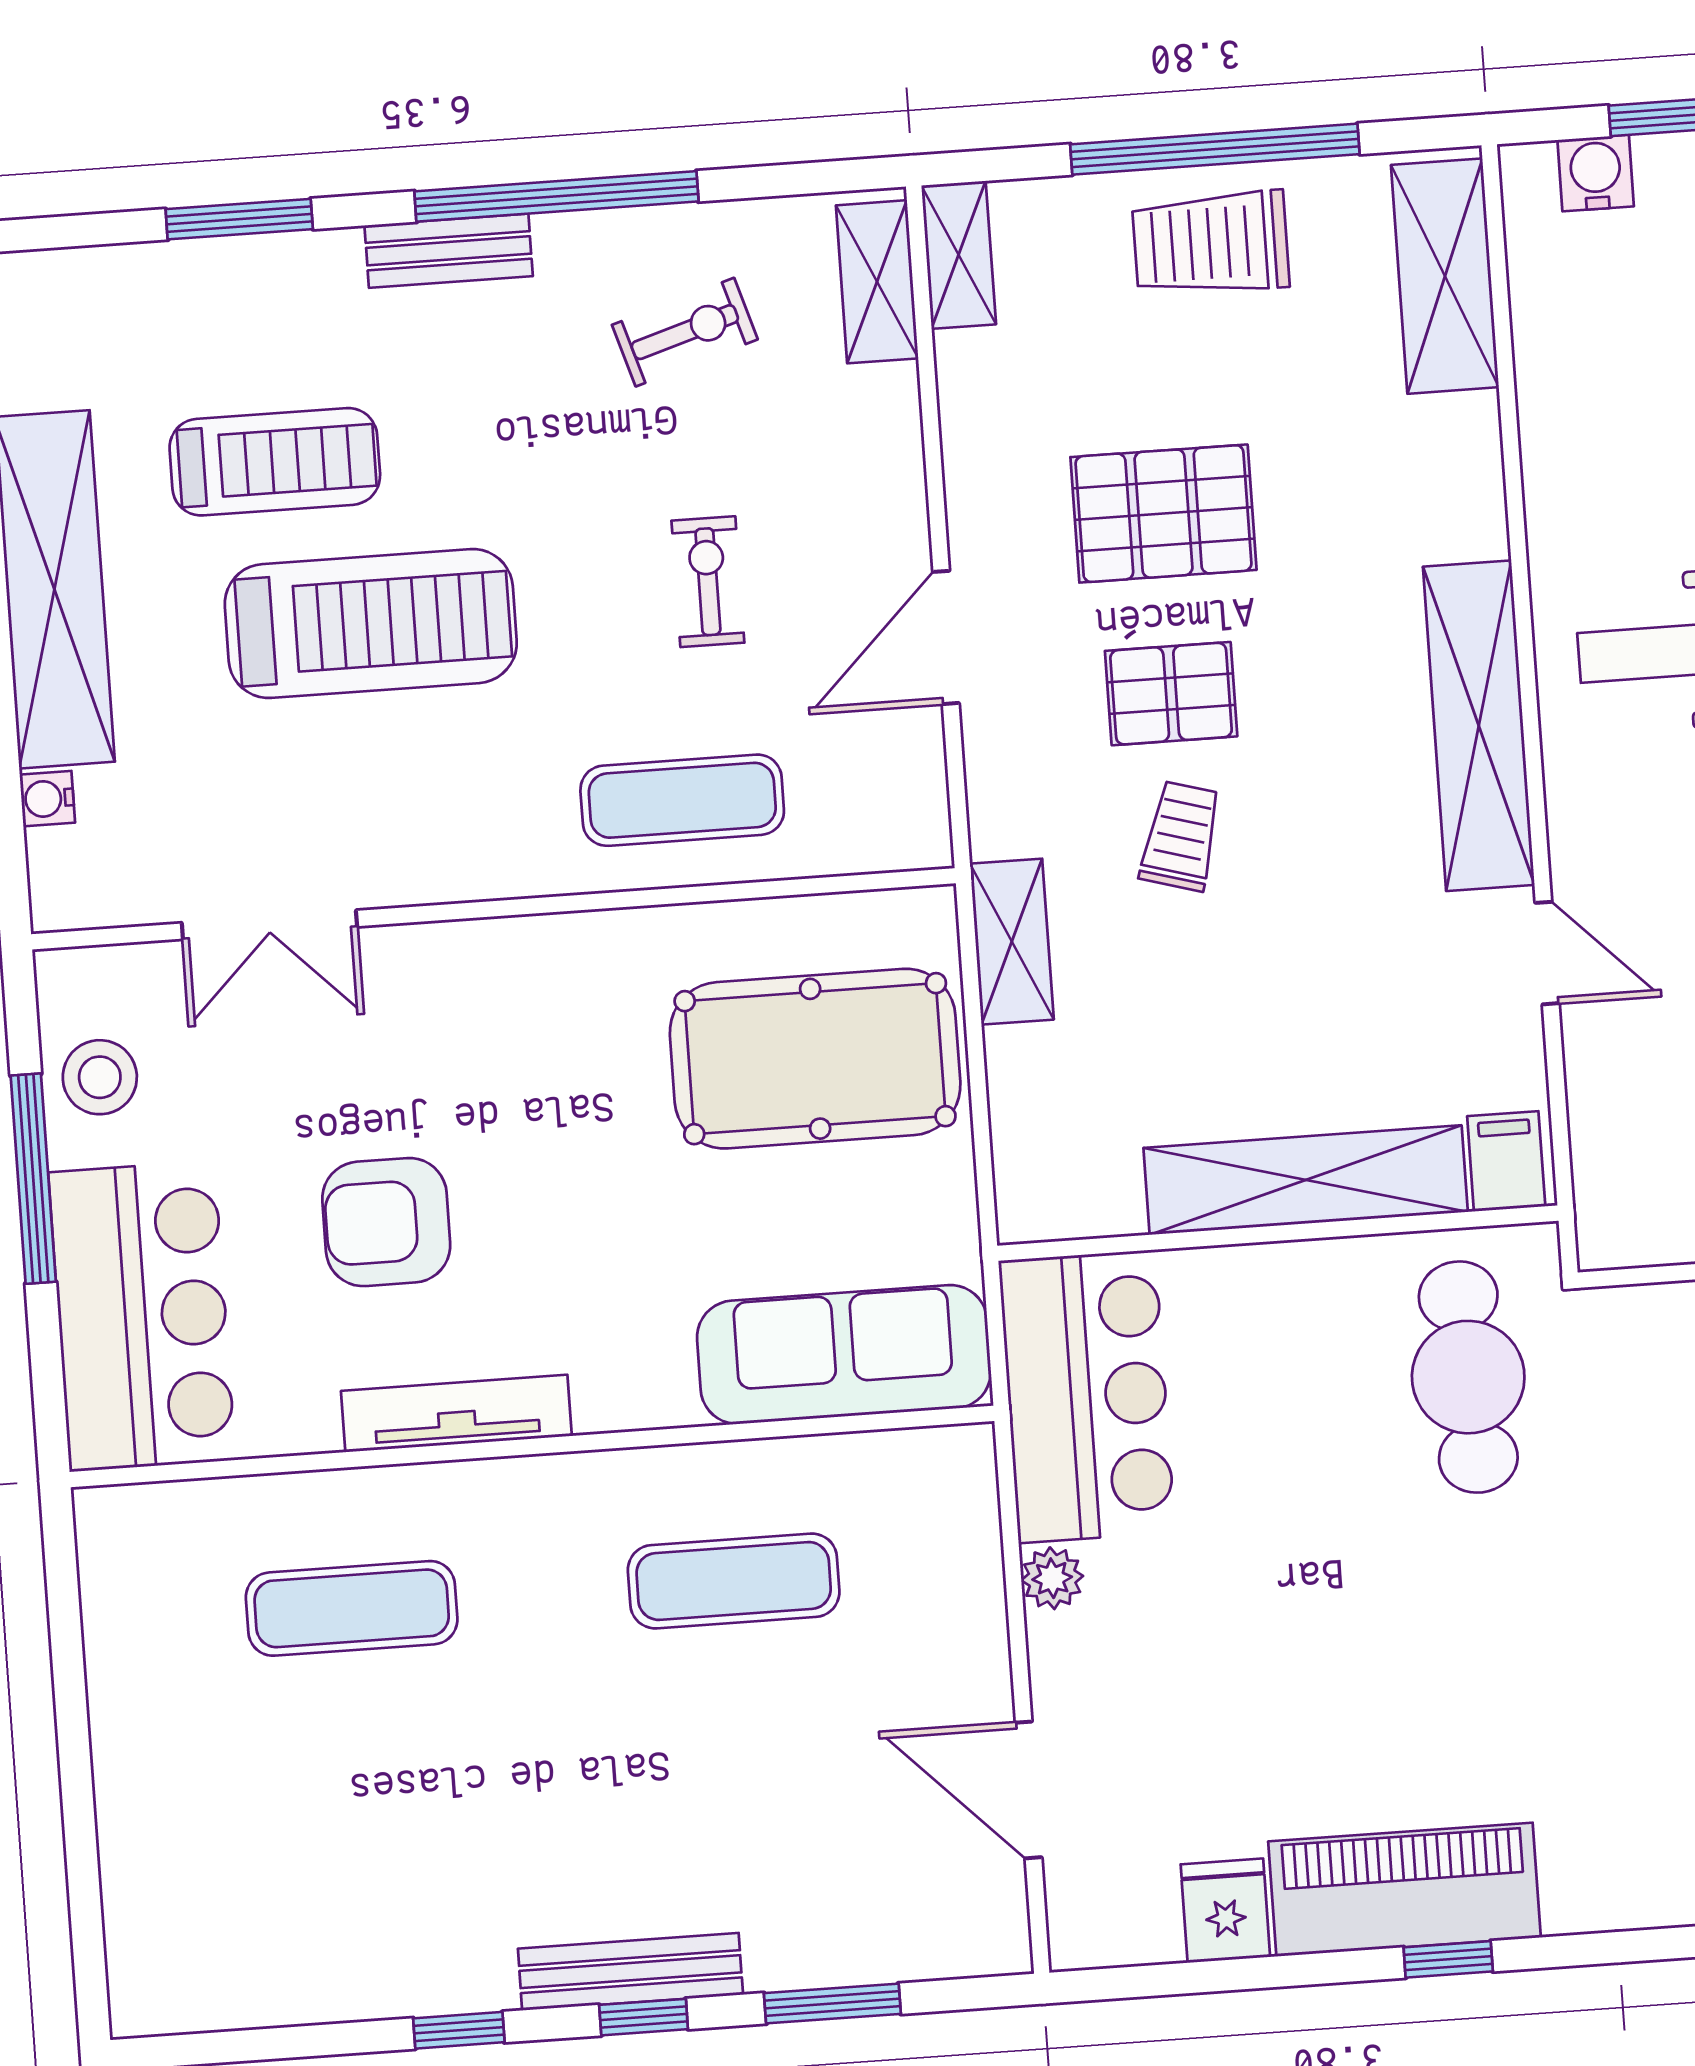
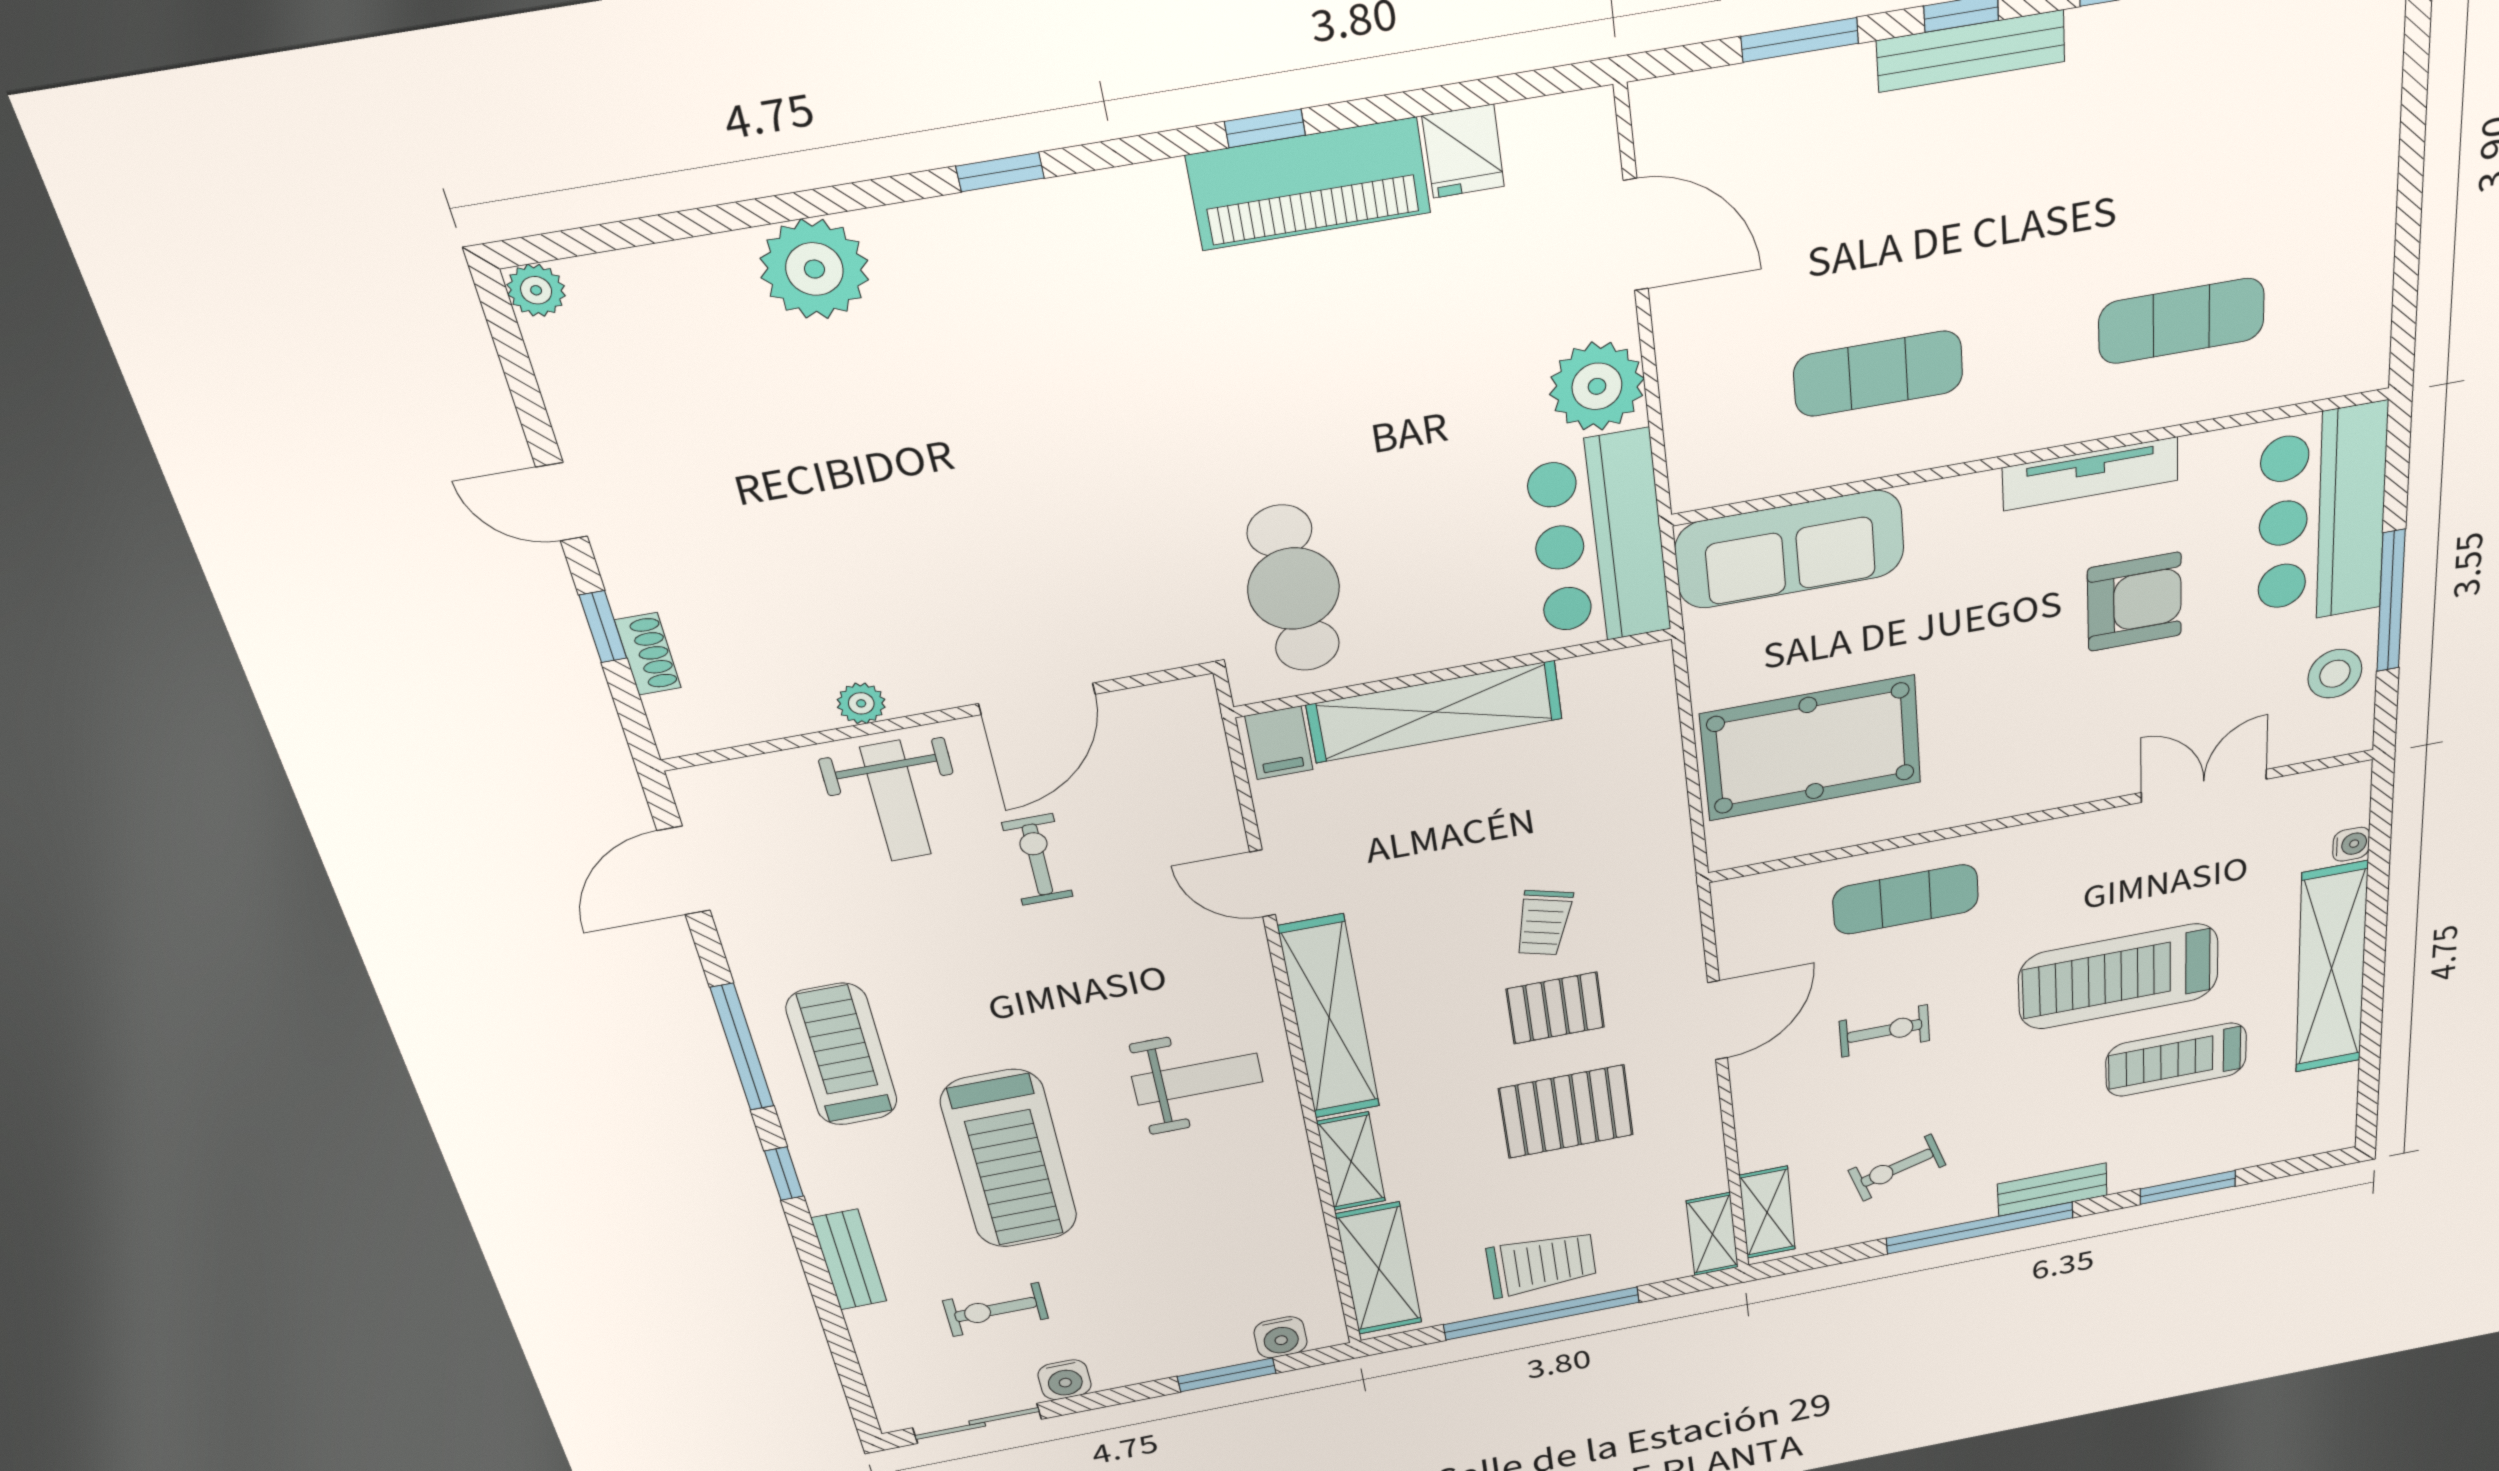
exercise bike: (708, 582) -> (1885, 1031), turned -90
shelving: (1012, 942) -> (1351, 1161), moved
plant: (1052, 1578) -> (1597, 386), width x1.87, depth x1.87

